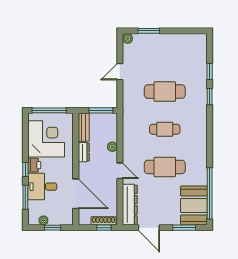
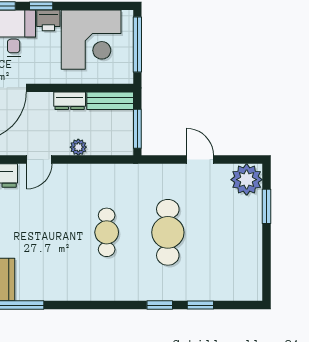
plant: (128, 39) -> (247, 180), width x1.87, depth x1.87
cafe table: (165, 167) -> (45, 232), removed

